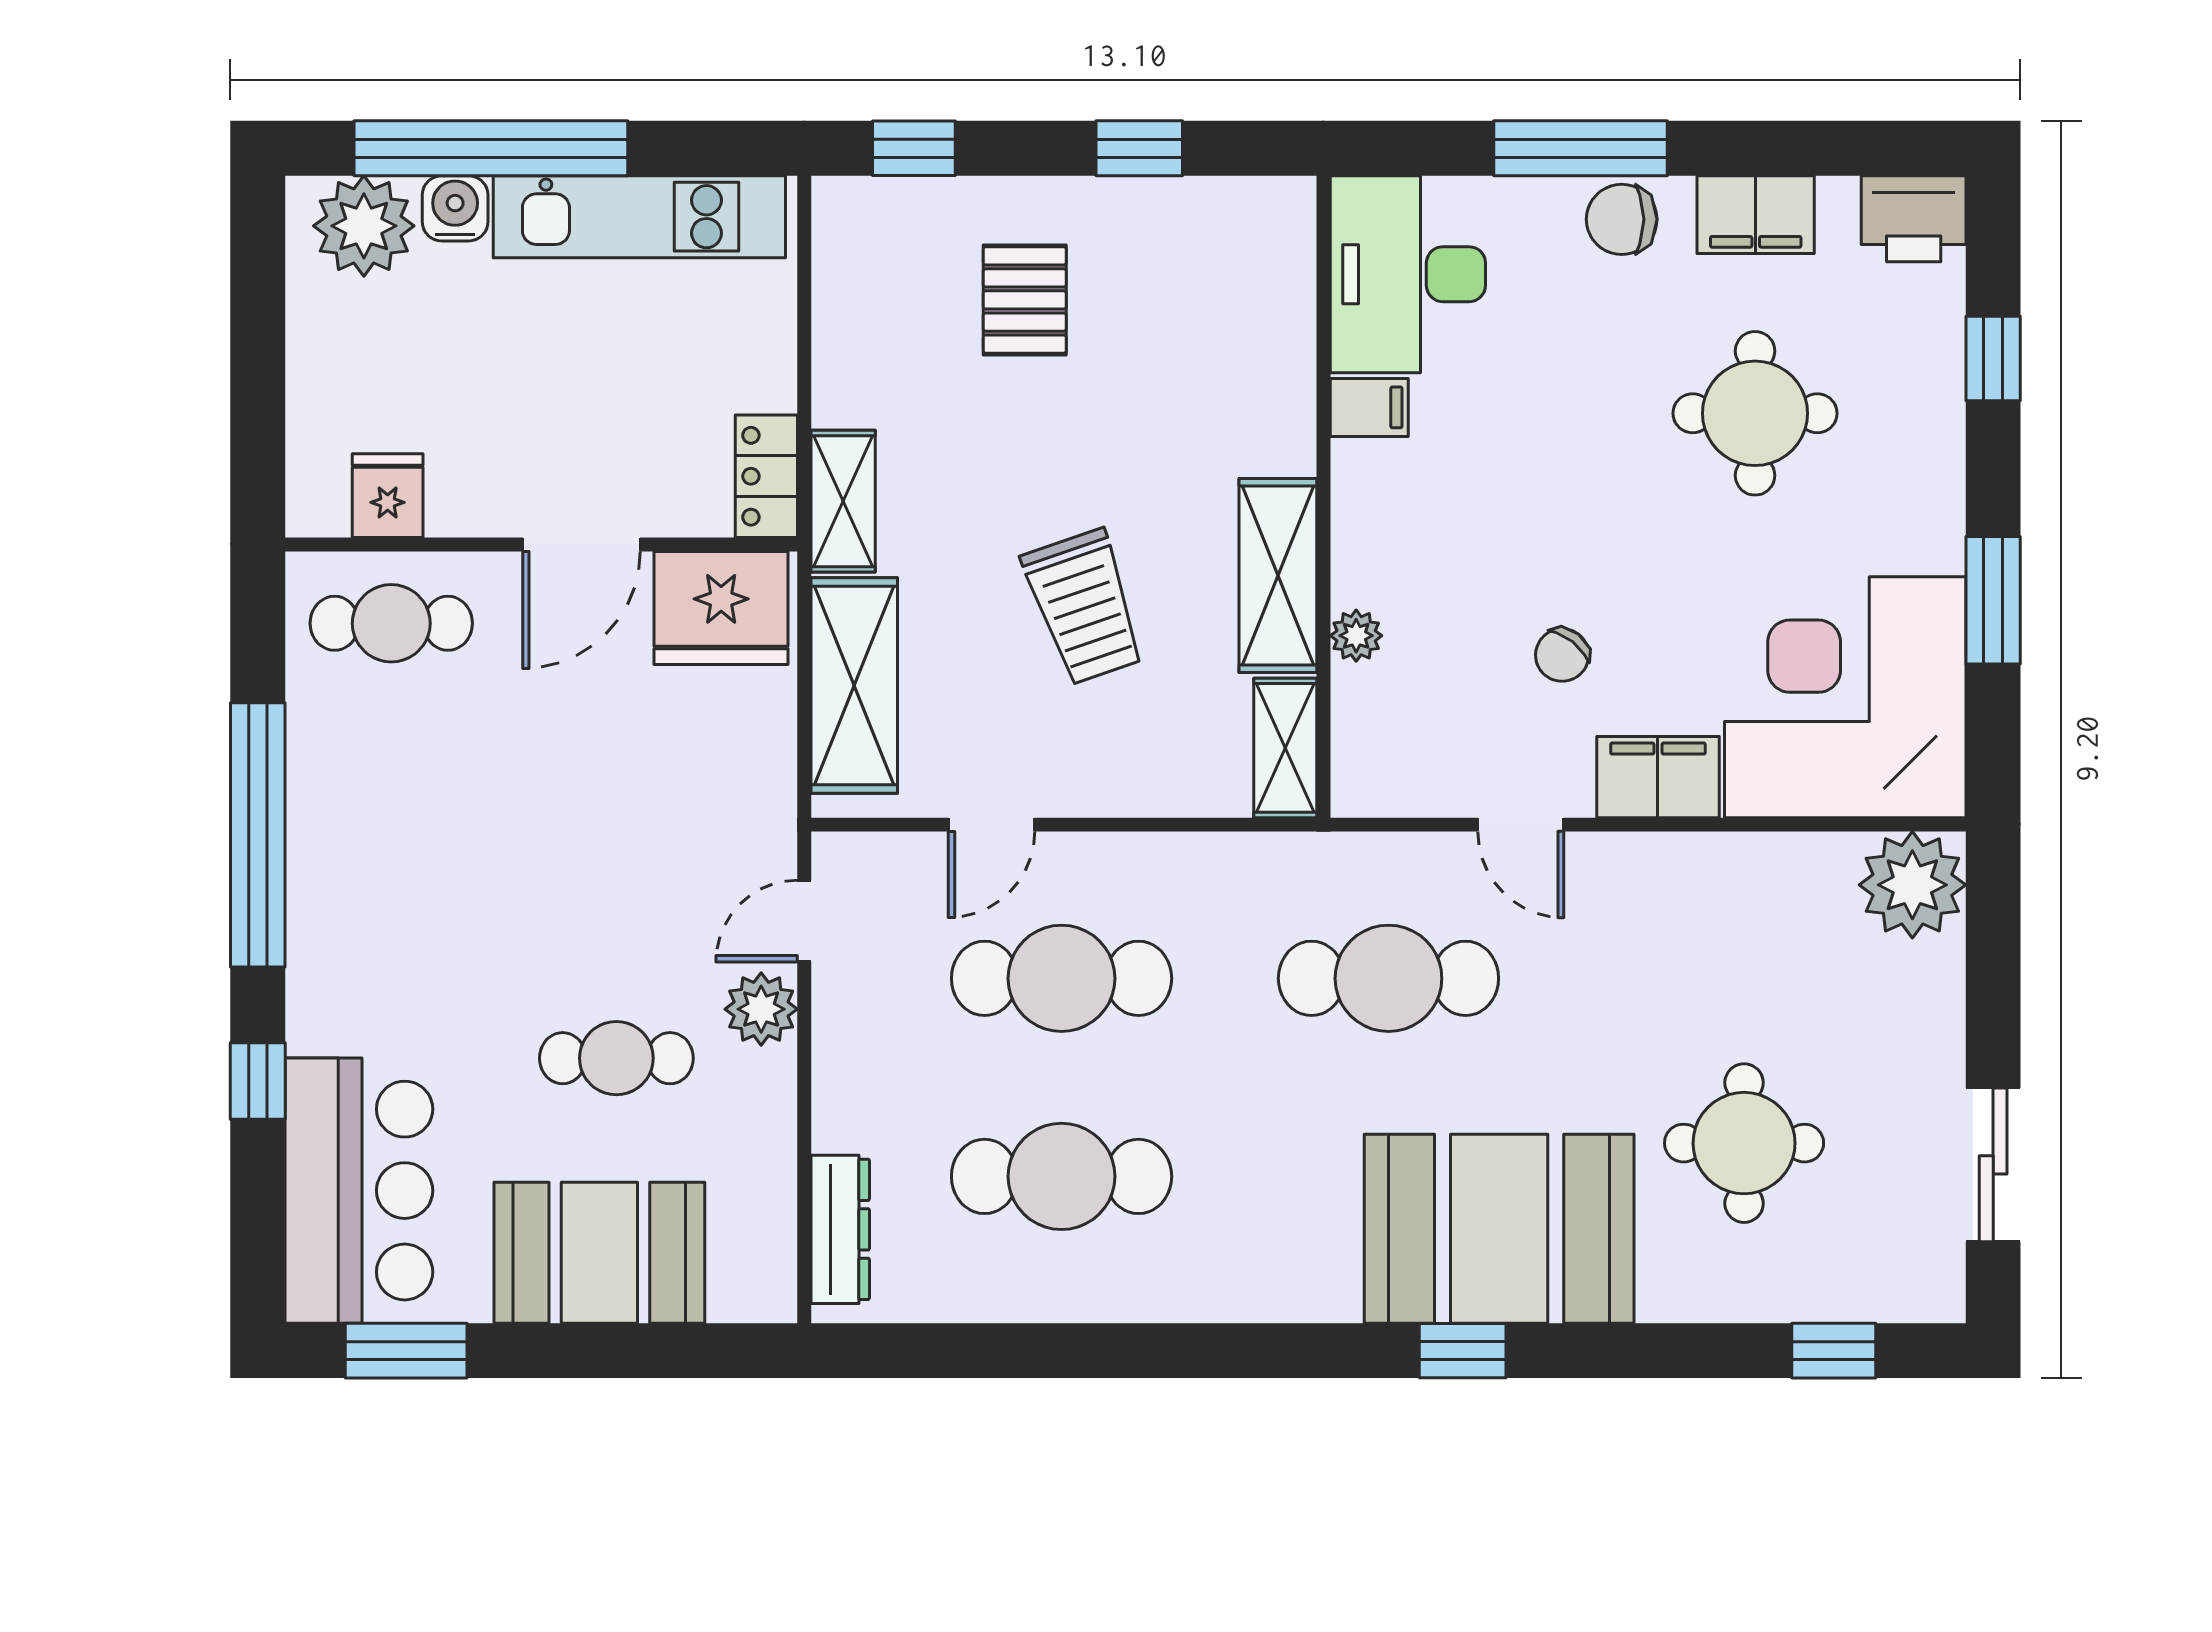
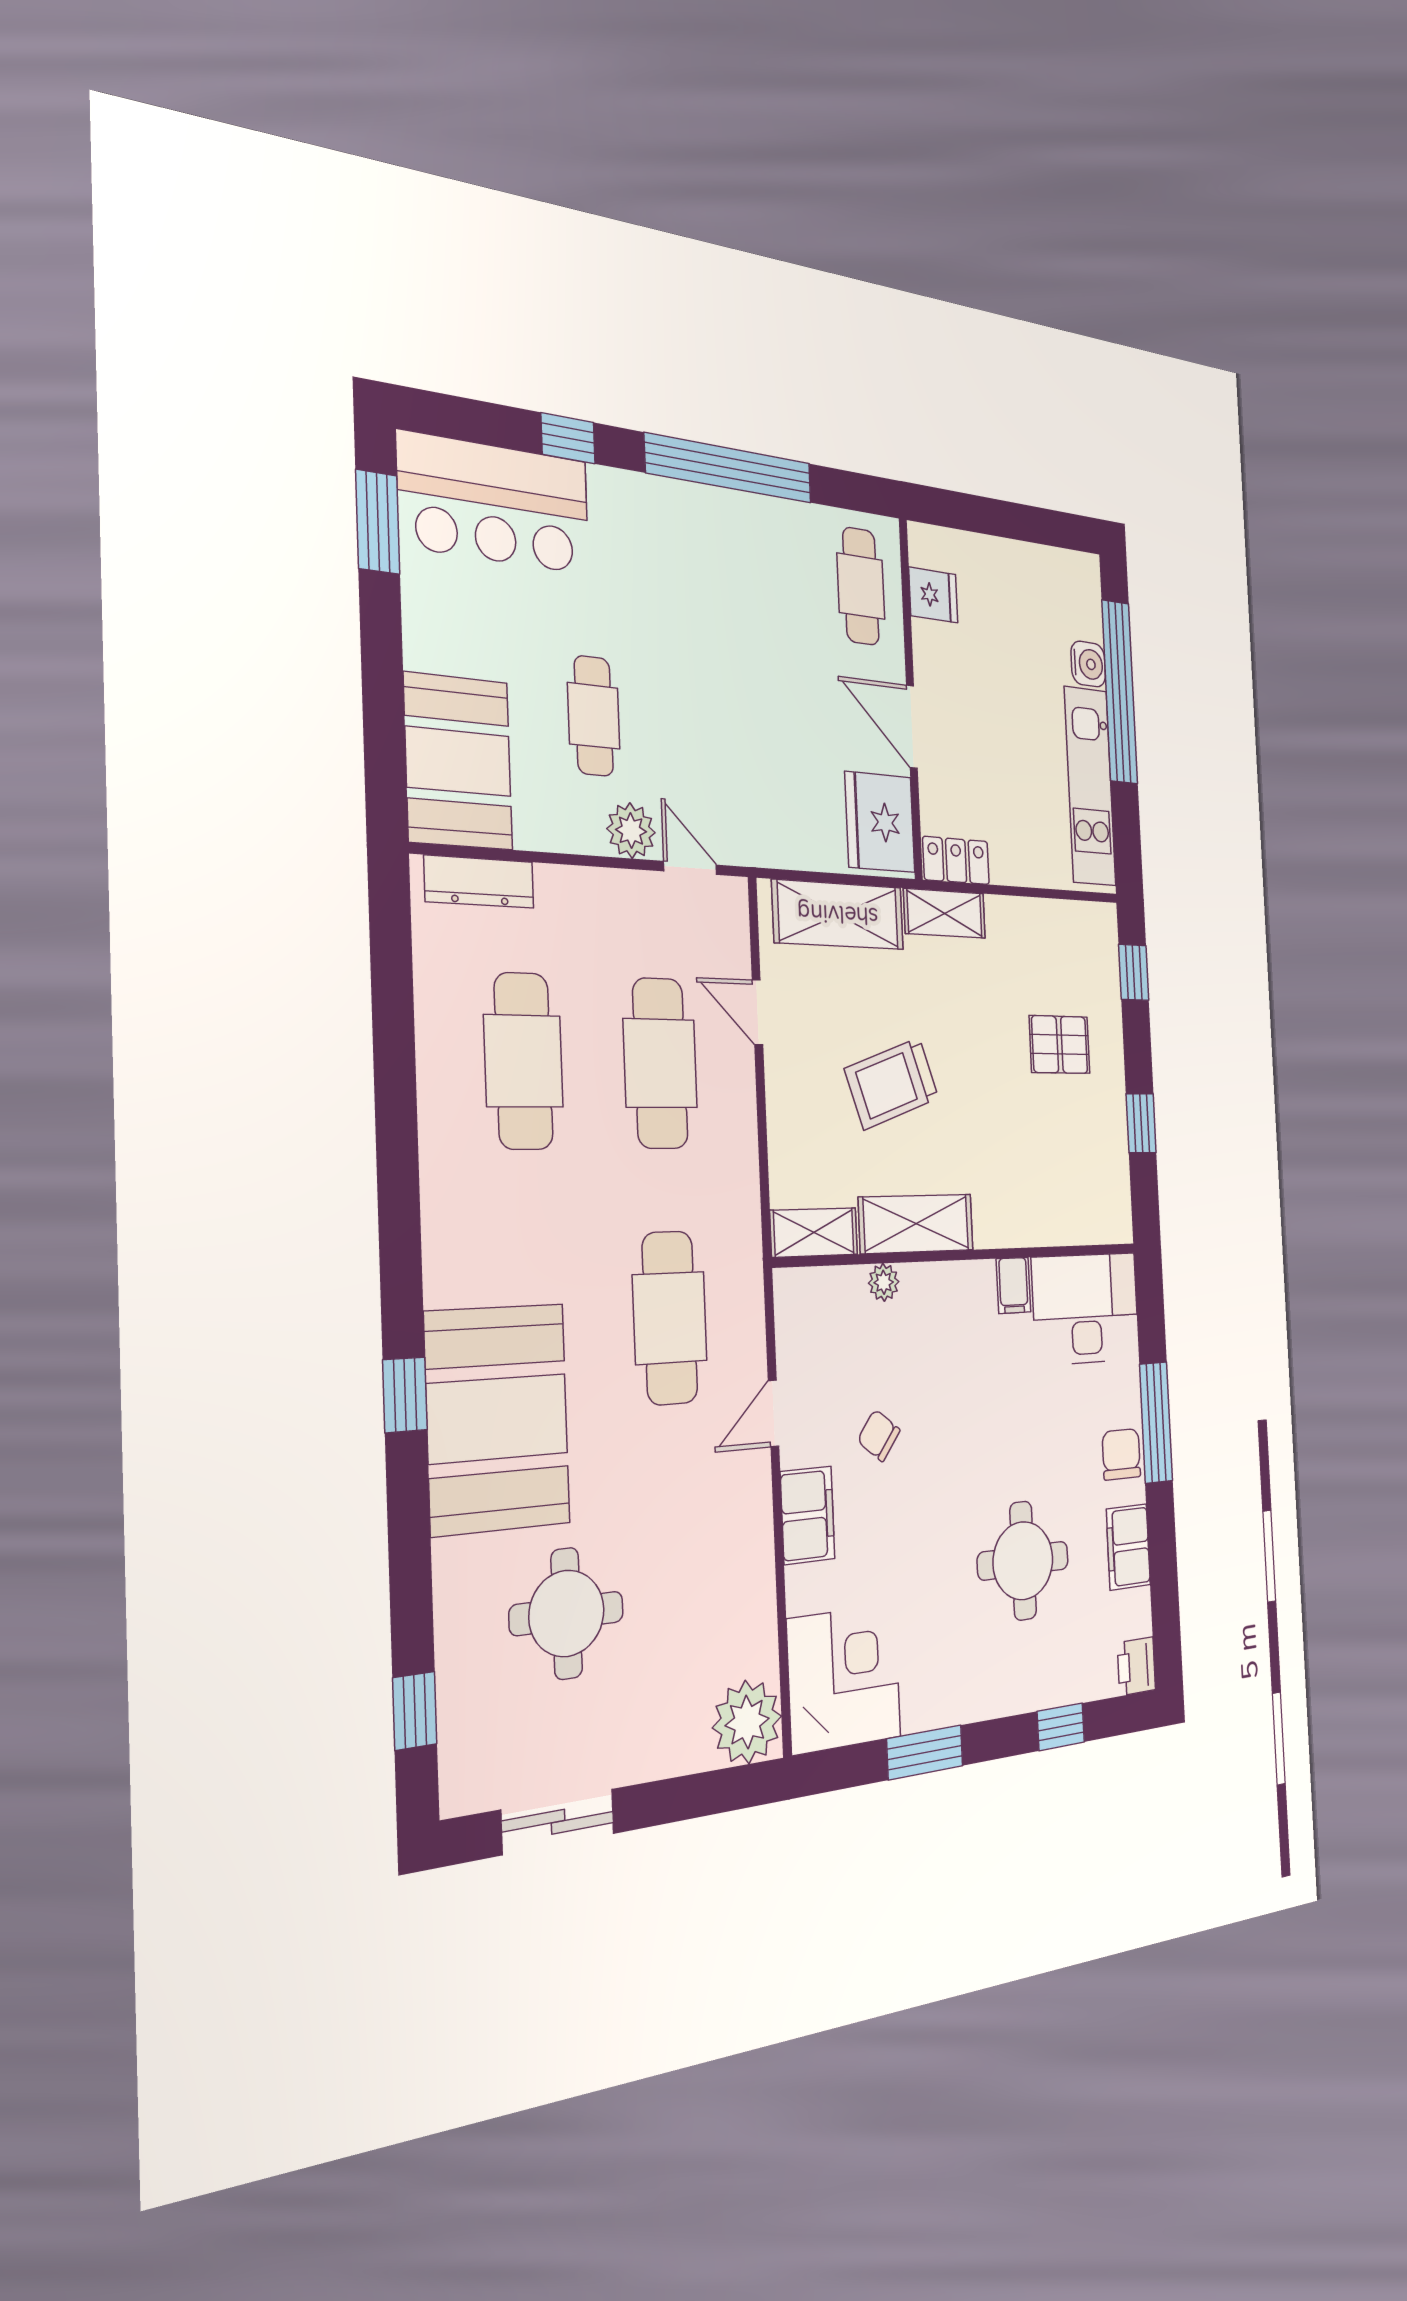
printer: (1914, 219) -> (1136, 1666), width x0.73, depth x0.81
plant: (364, 226) -> (1076, 602), removed
corner desk: (1845, 697) -> (844, 1678), width x0.74, depth x0.74
booth: (599, 1253) -> (458, 761), moved

